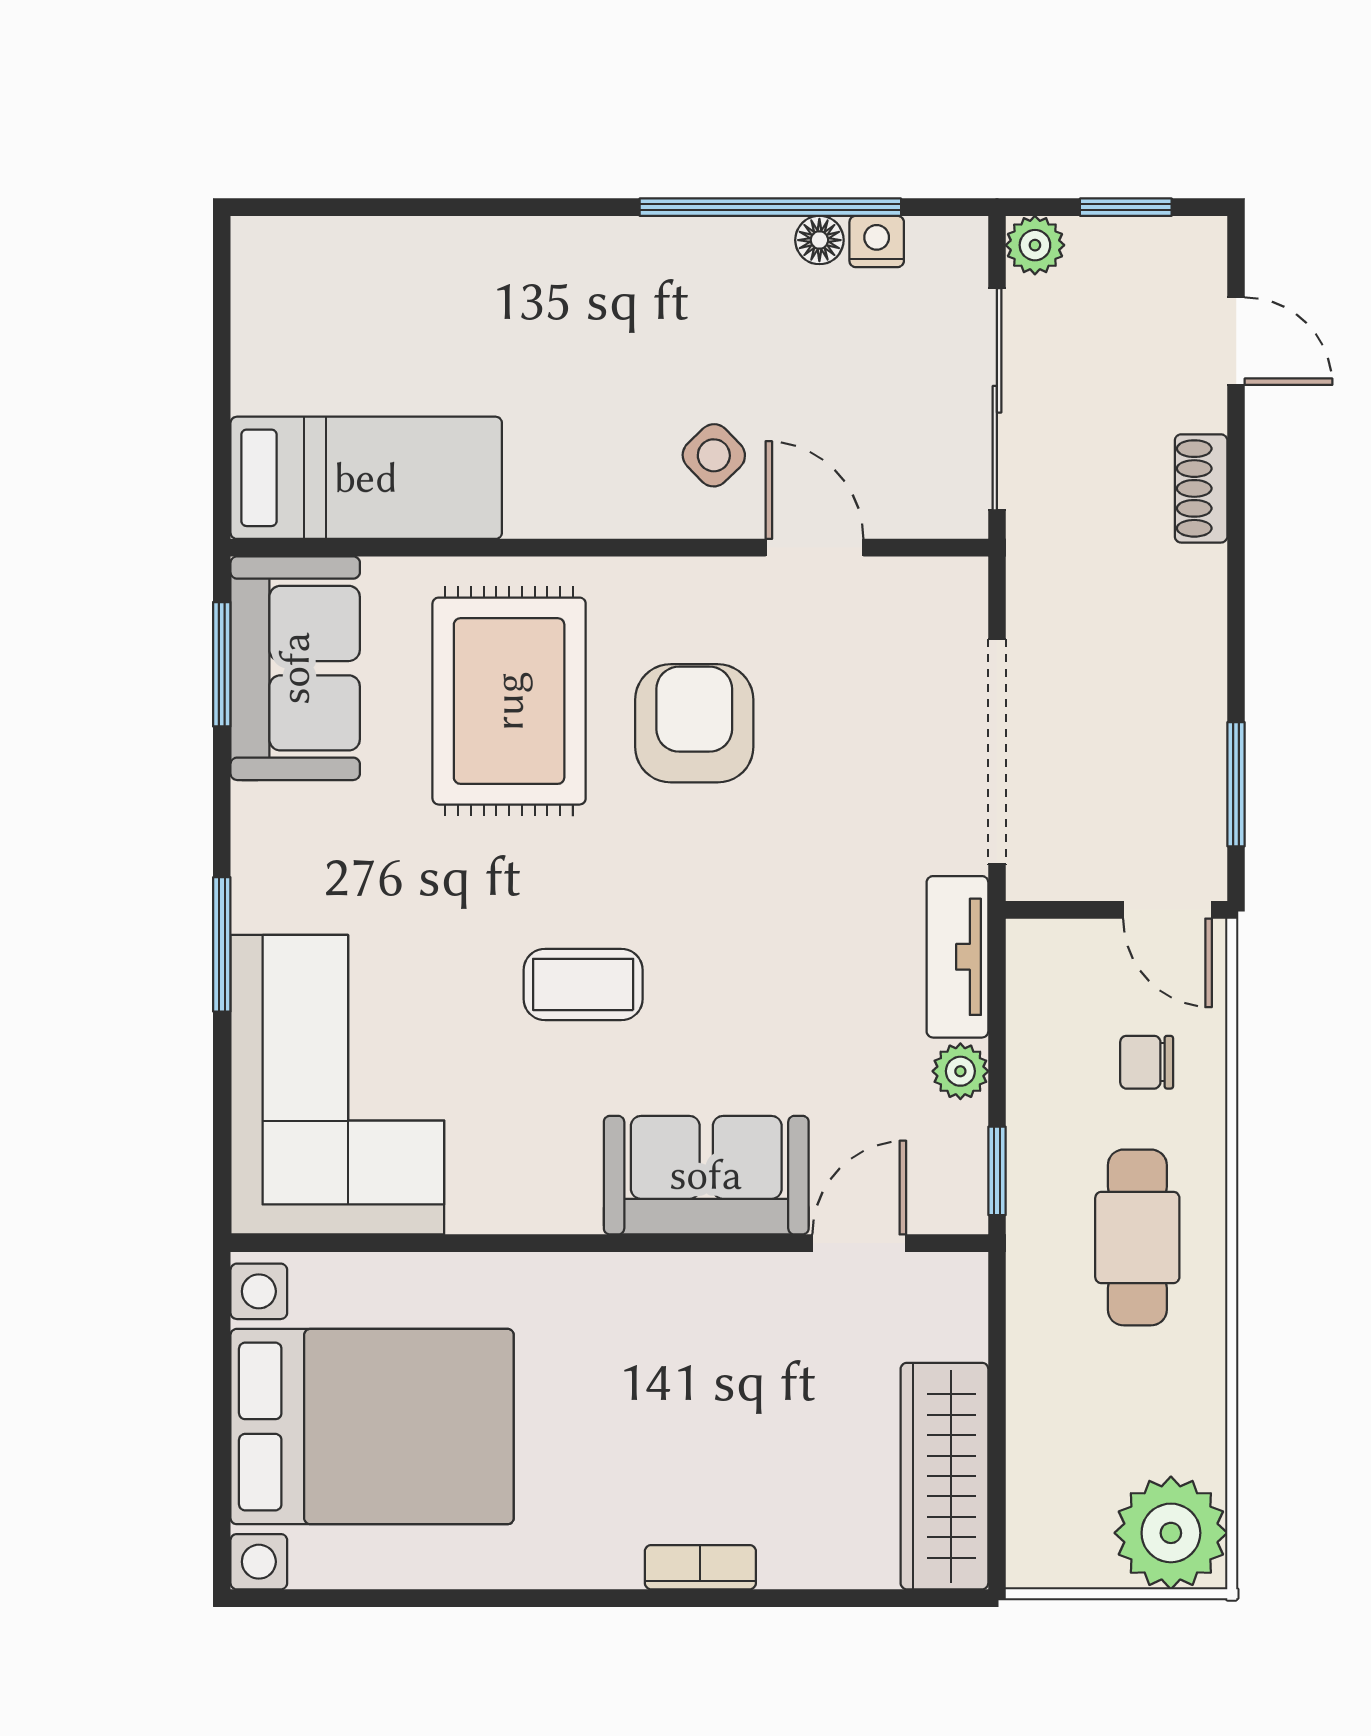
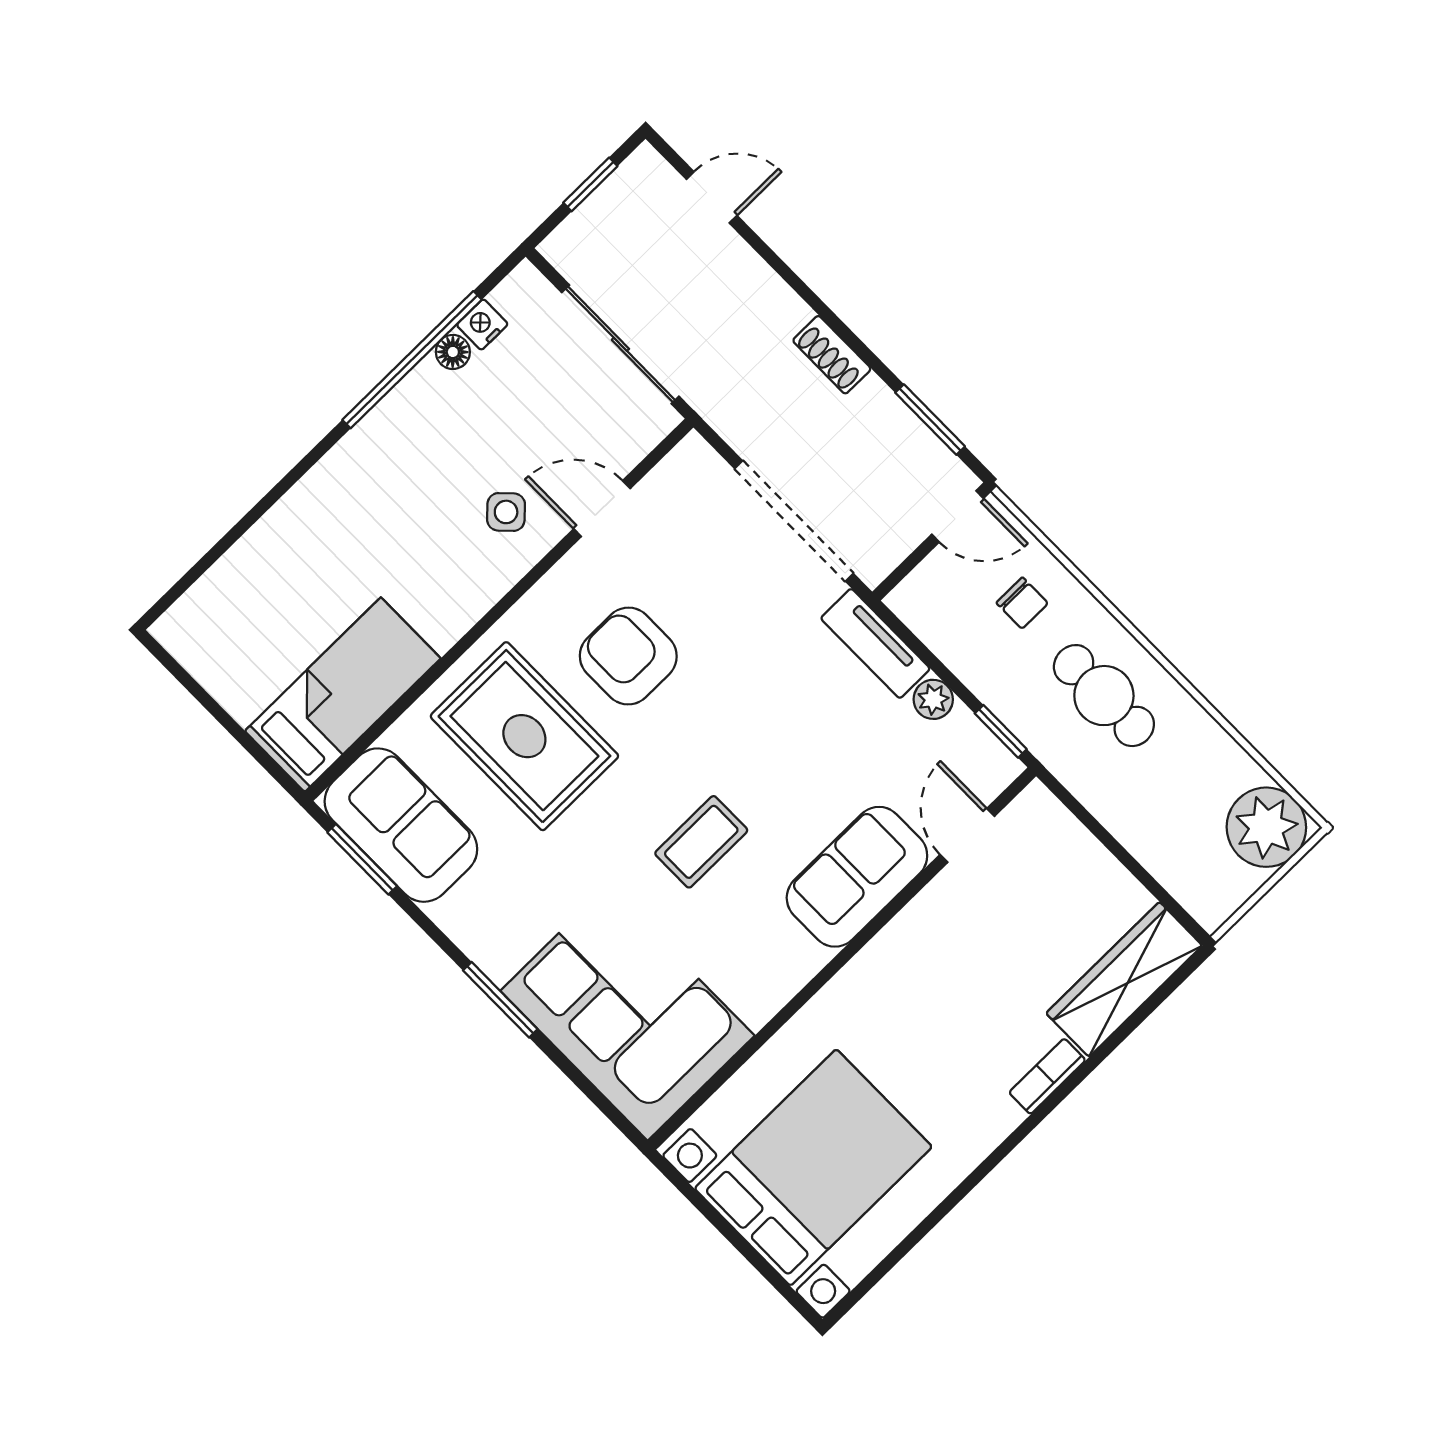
plant: (1035, 245) -> (563, 248), removed
shoe rack: (1201, 488) -> (832, 355), moved
chair: (1147, 1062) -> (1022, 603), turned -90
wardrobe: (944, 1476) -> (1124, 979), moved, turned 90

